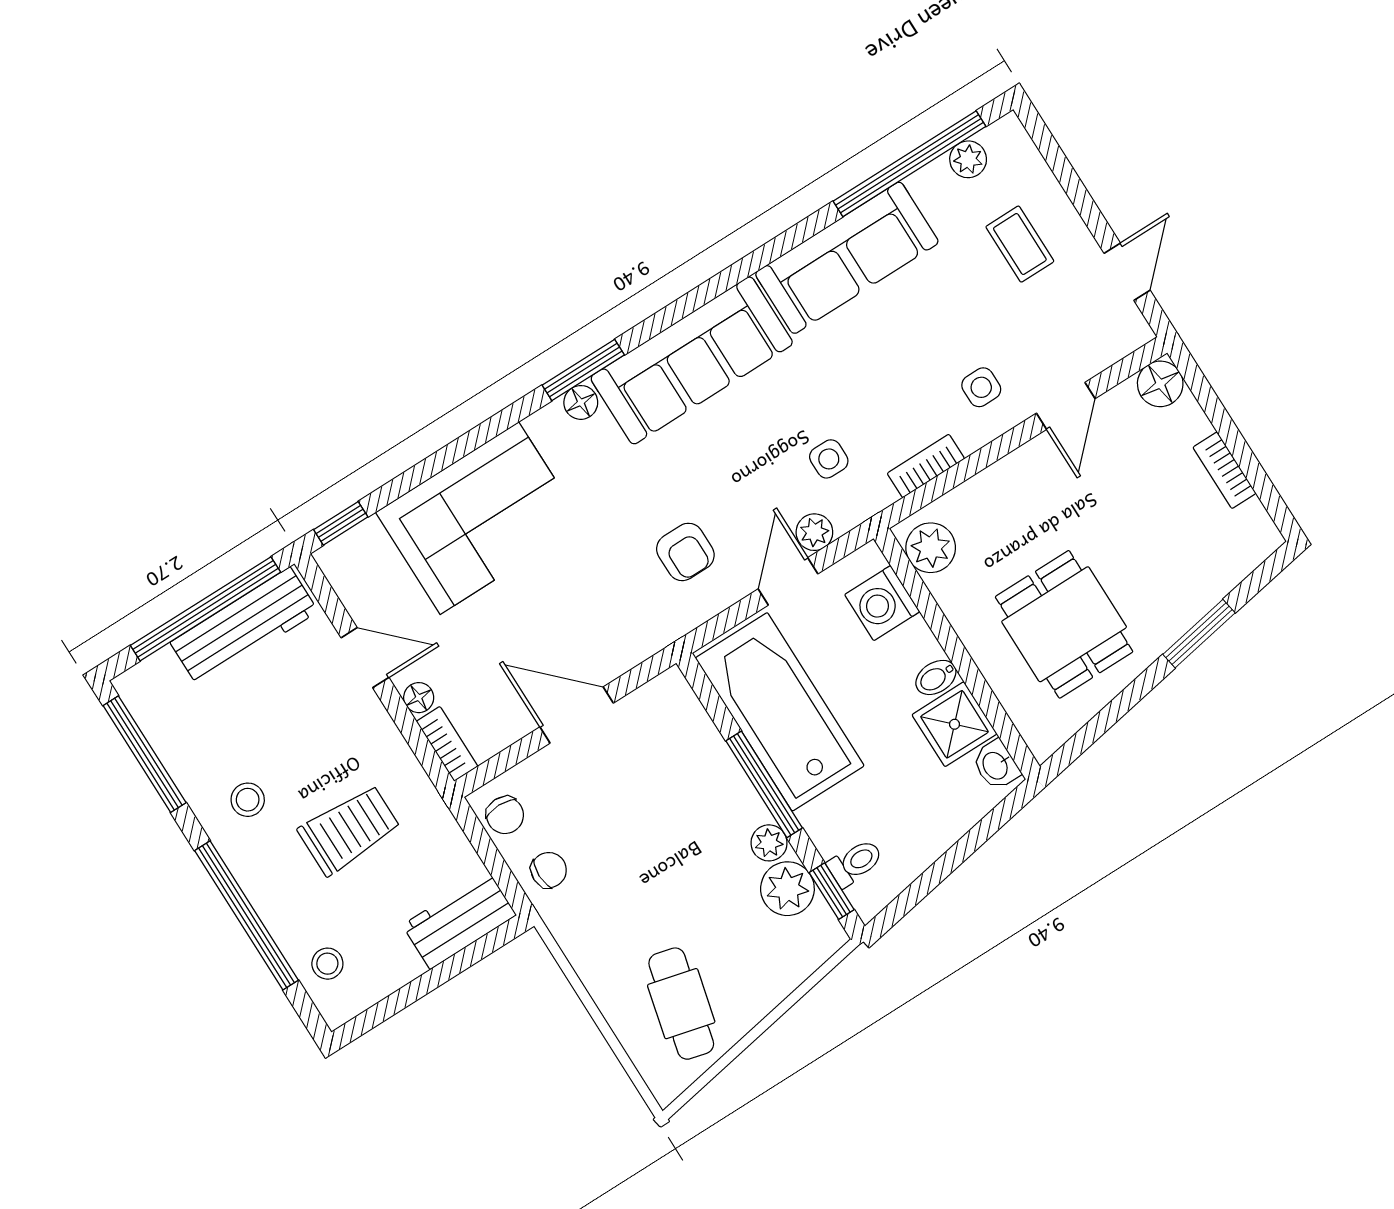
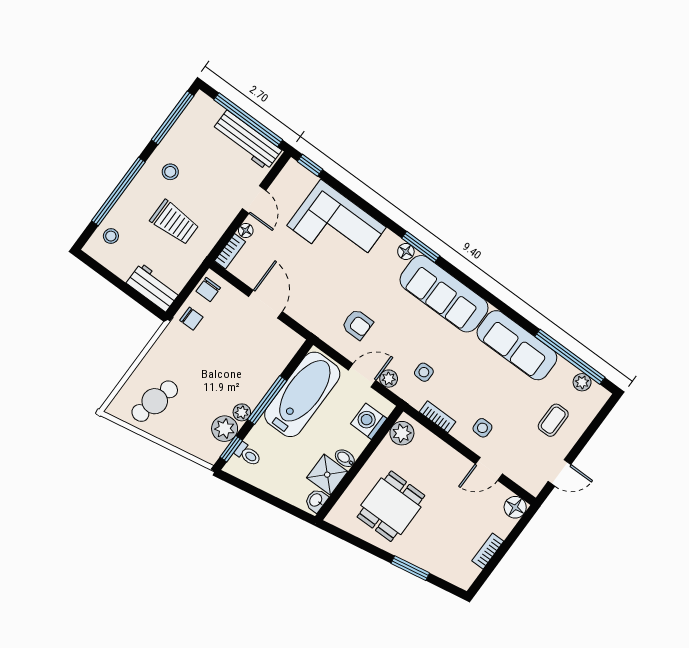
armchair: (685, 552) -> (357, 324), turned -90

